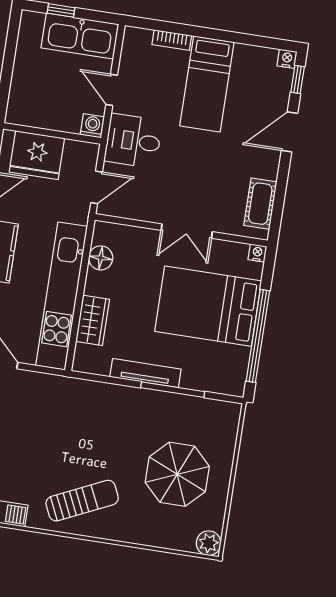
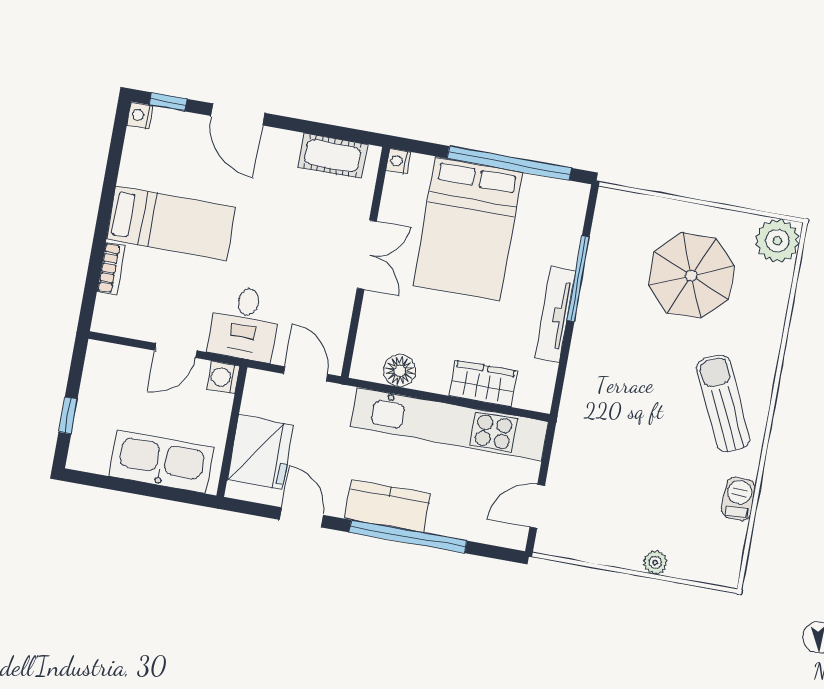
kitchen sink: (80, 36) -> (161, 462), moved, turned -90
plant: (209, 543) -> (777, 241), width x1.36, depth x1.36

